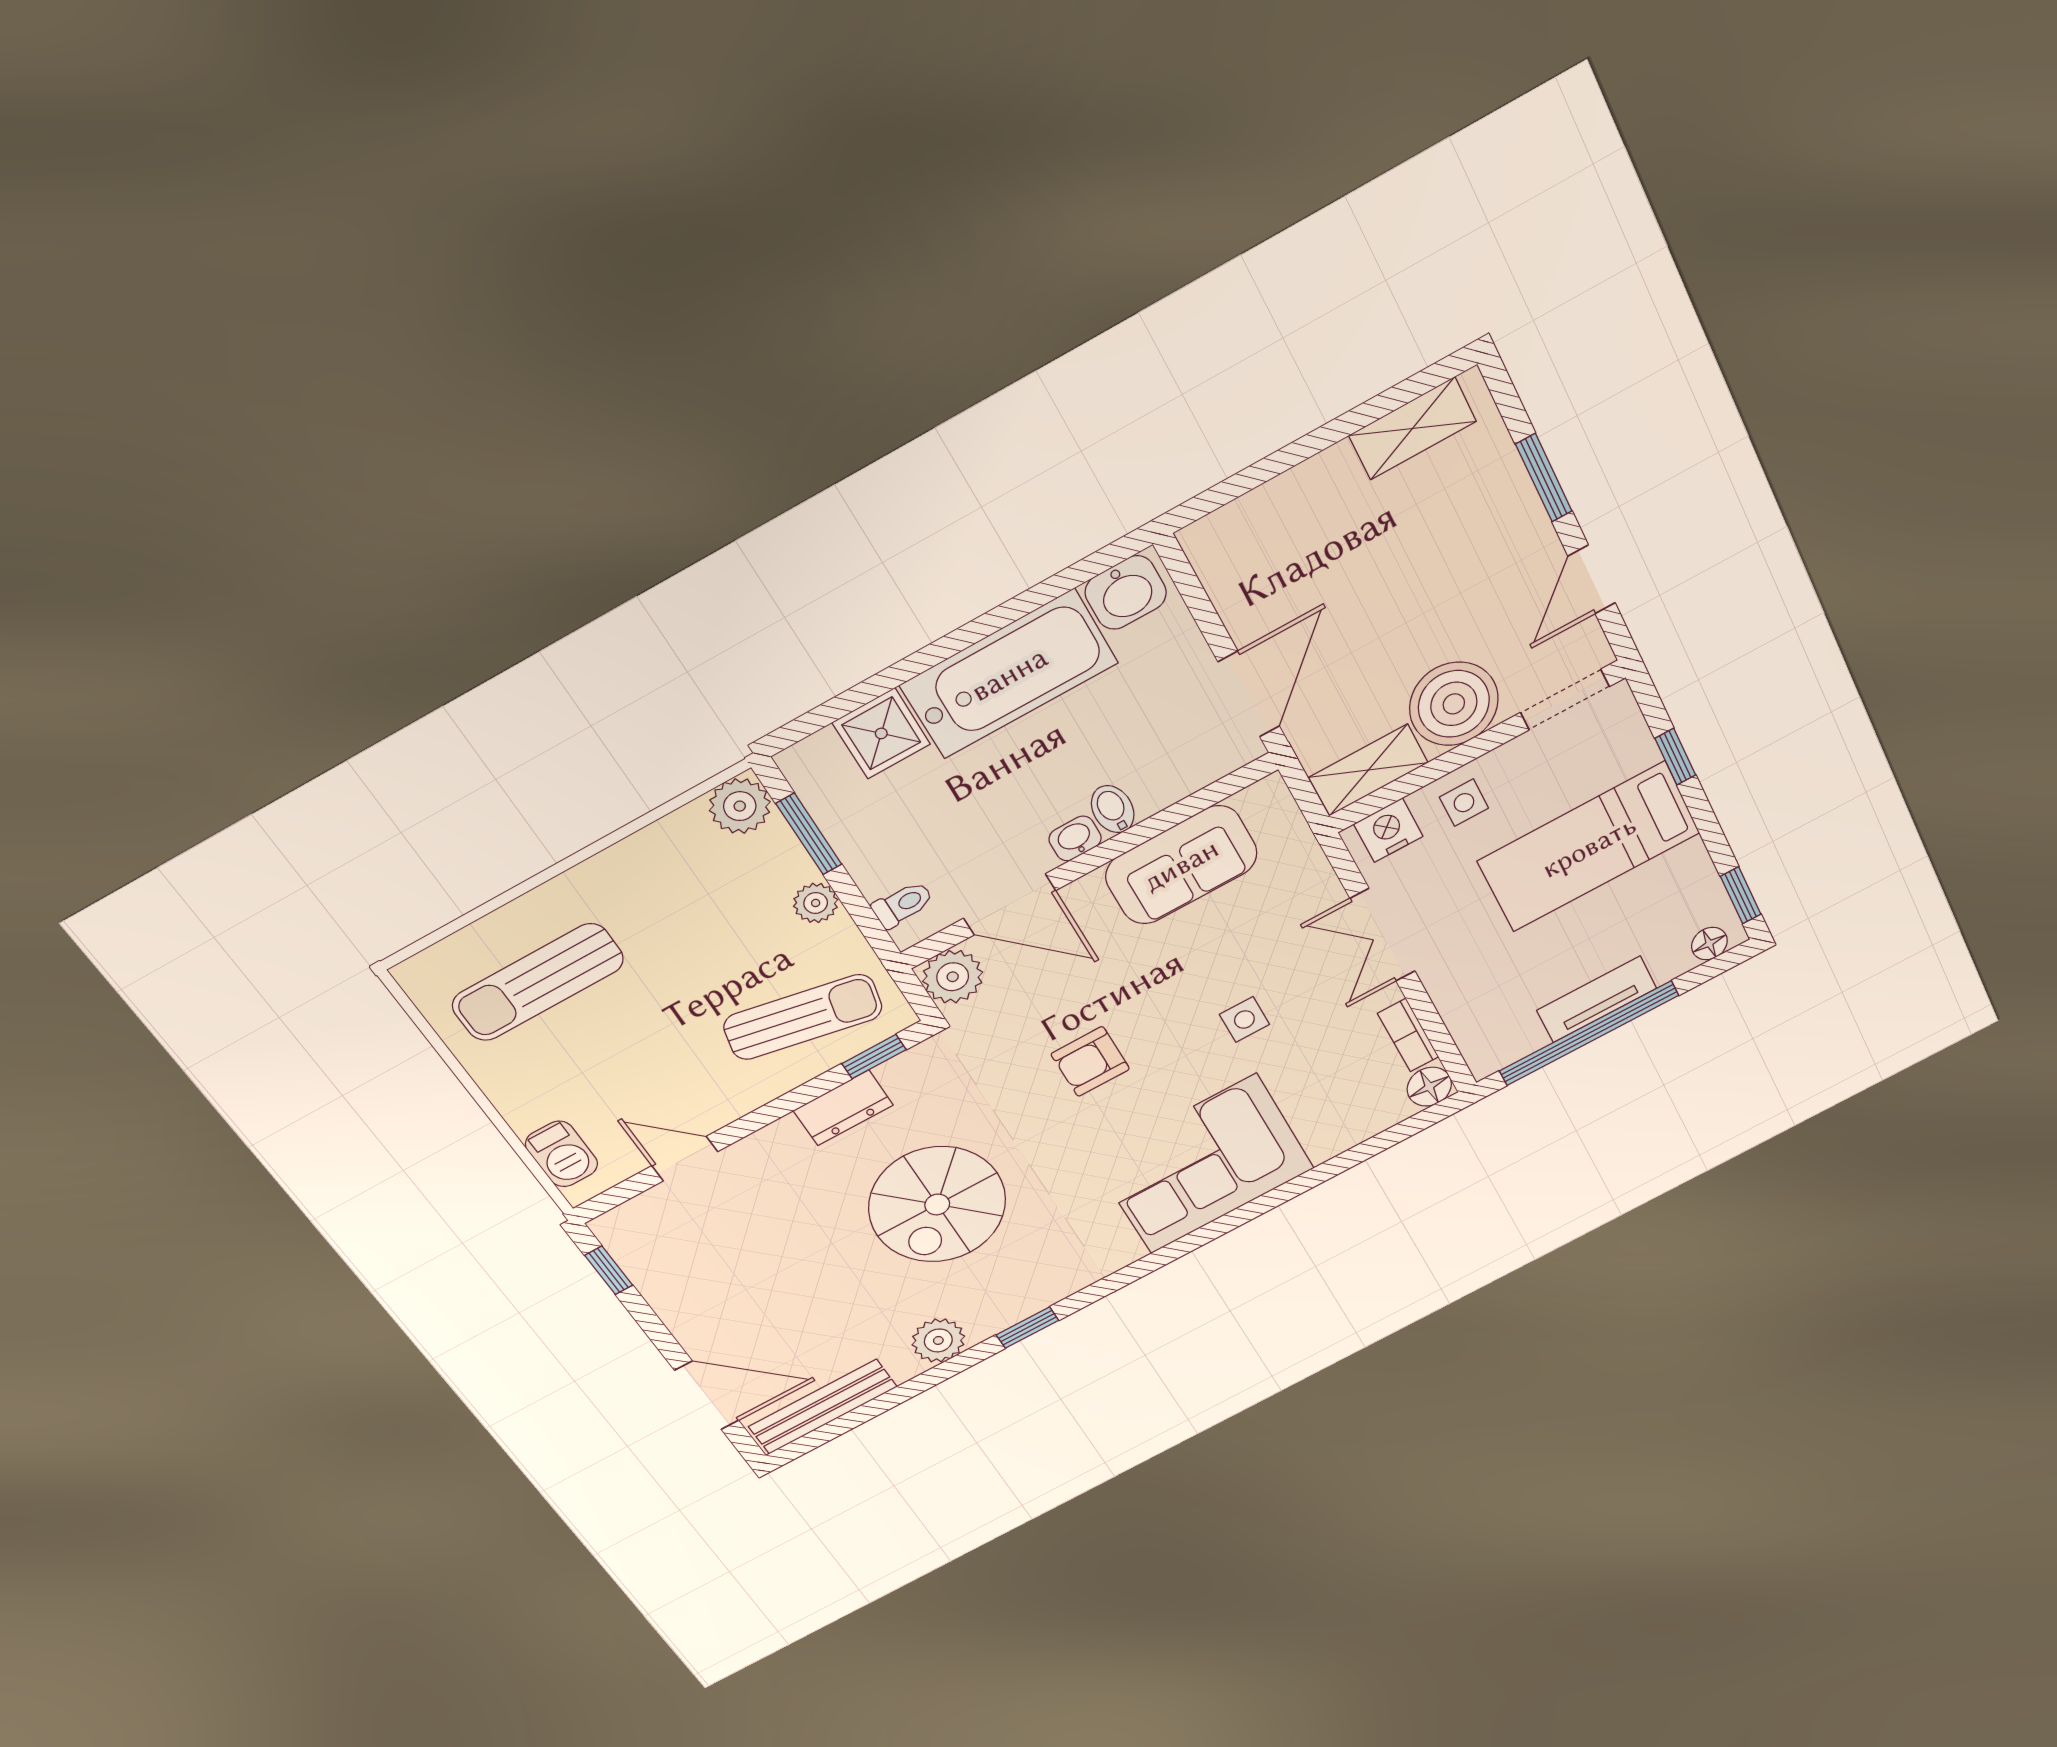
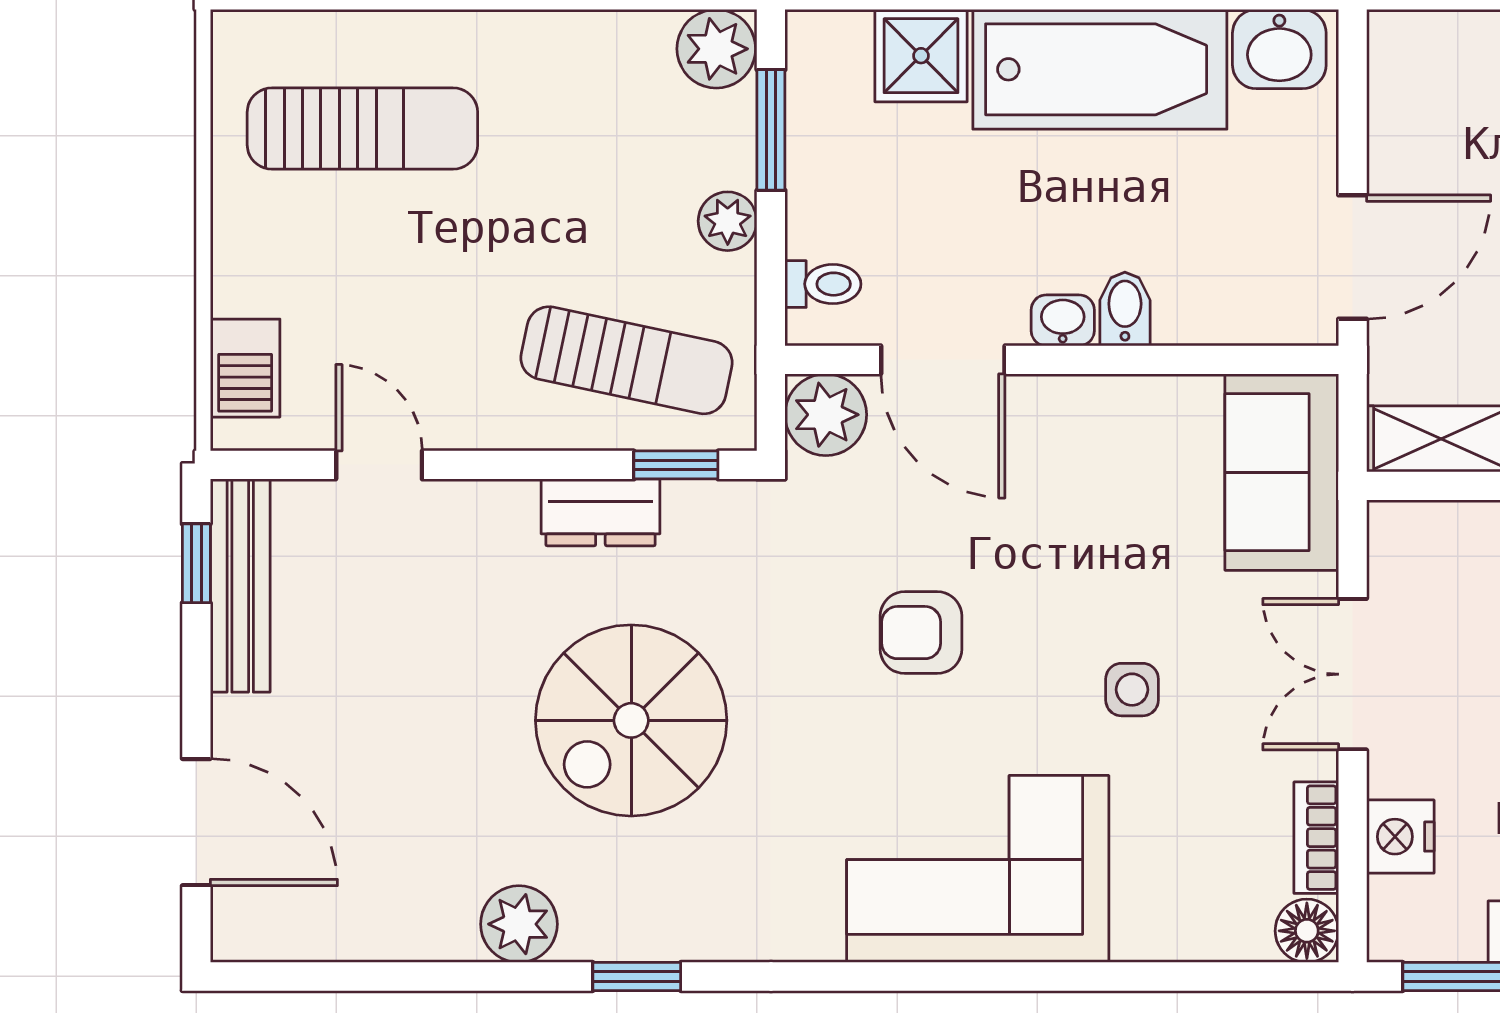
nightstand: (1388, 830) -> (1400, 837), moved, turned -90
sofa: (1181, 865) -> (1282, 472), moved, turned 90
sun lounger: (538, 982) -> (362, 129), turned 180
bench: (823, 1407) -> (240, 586), moved, turned 90

